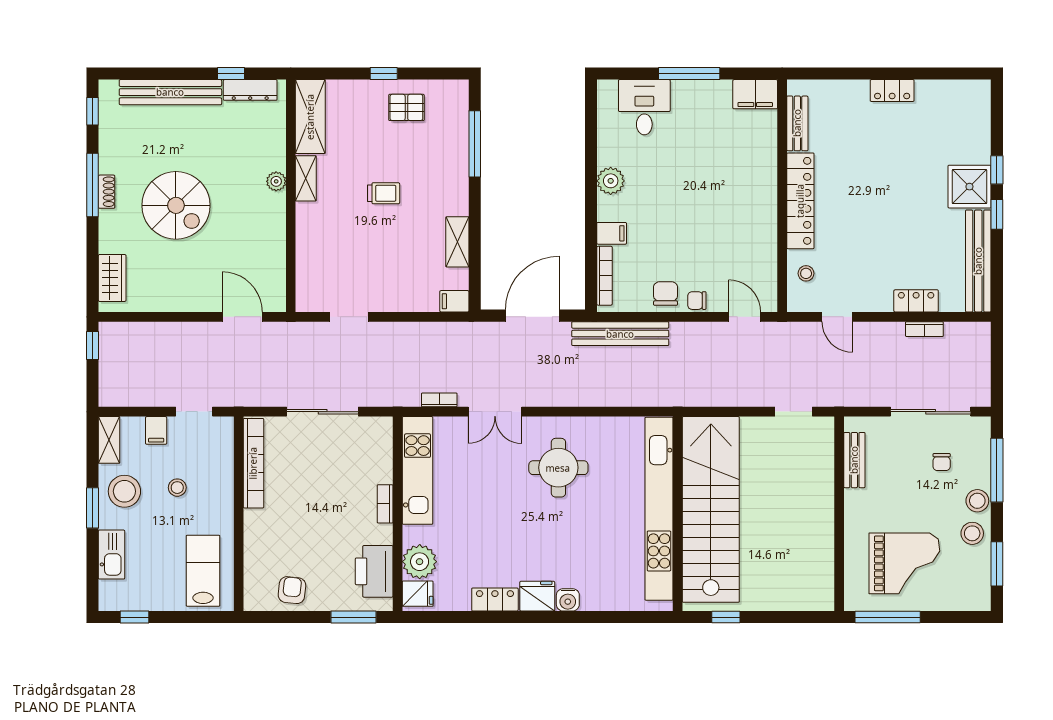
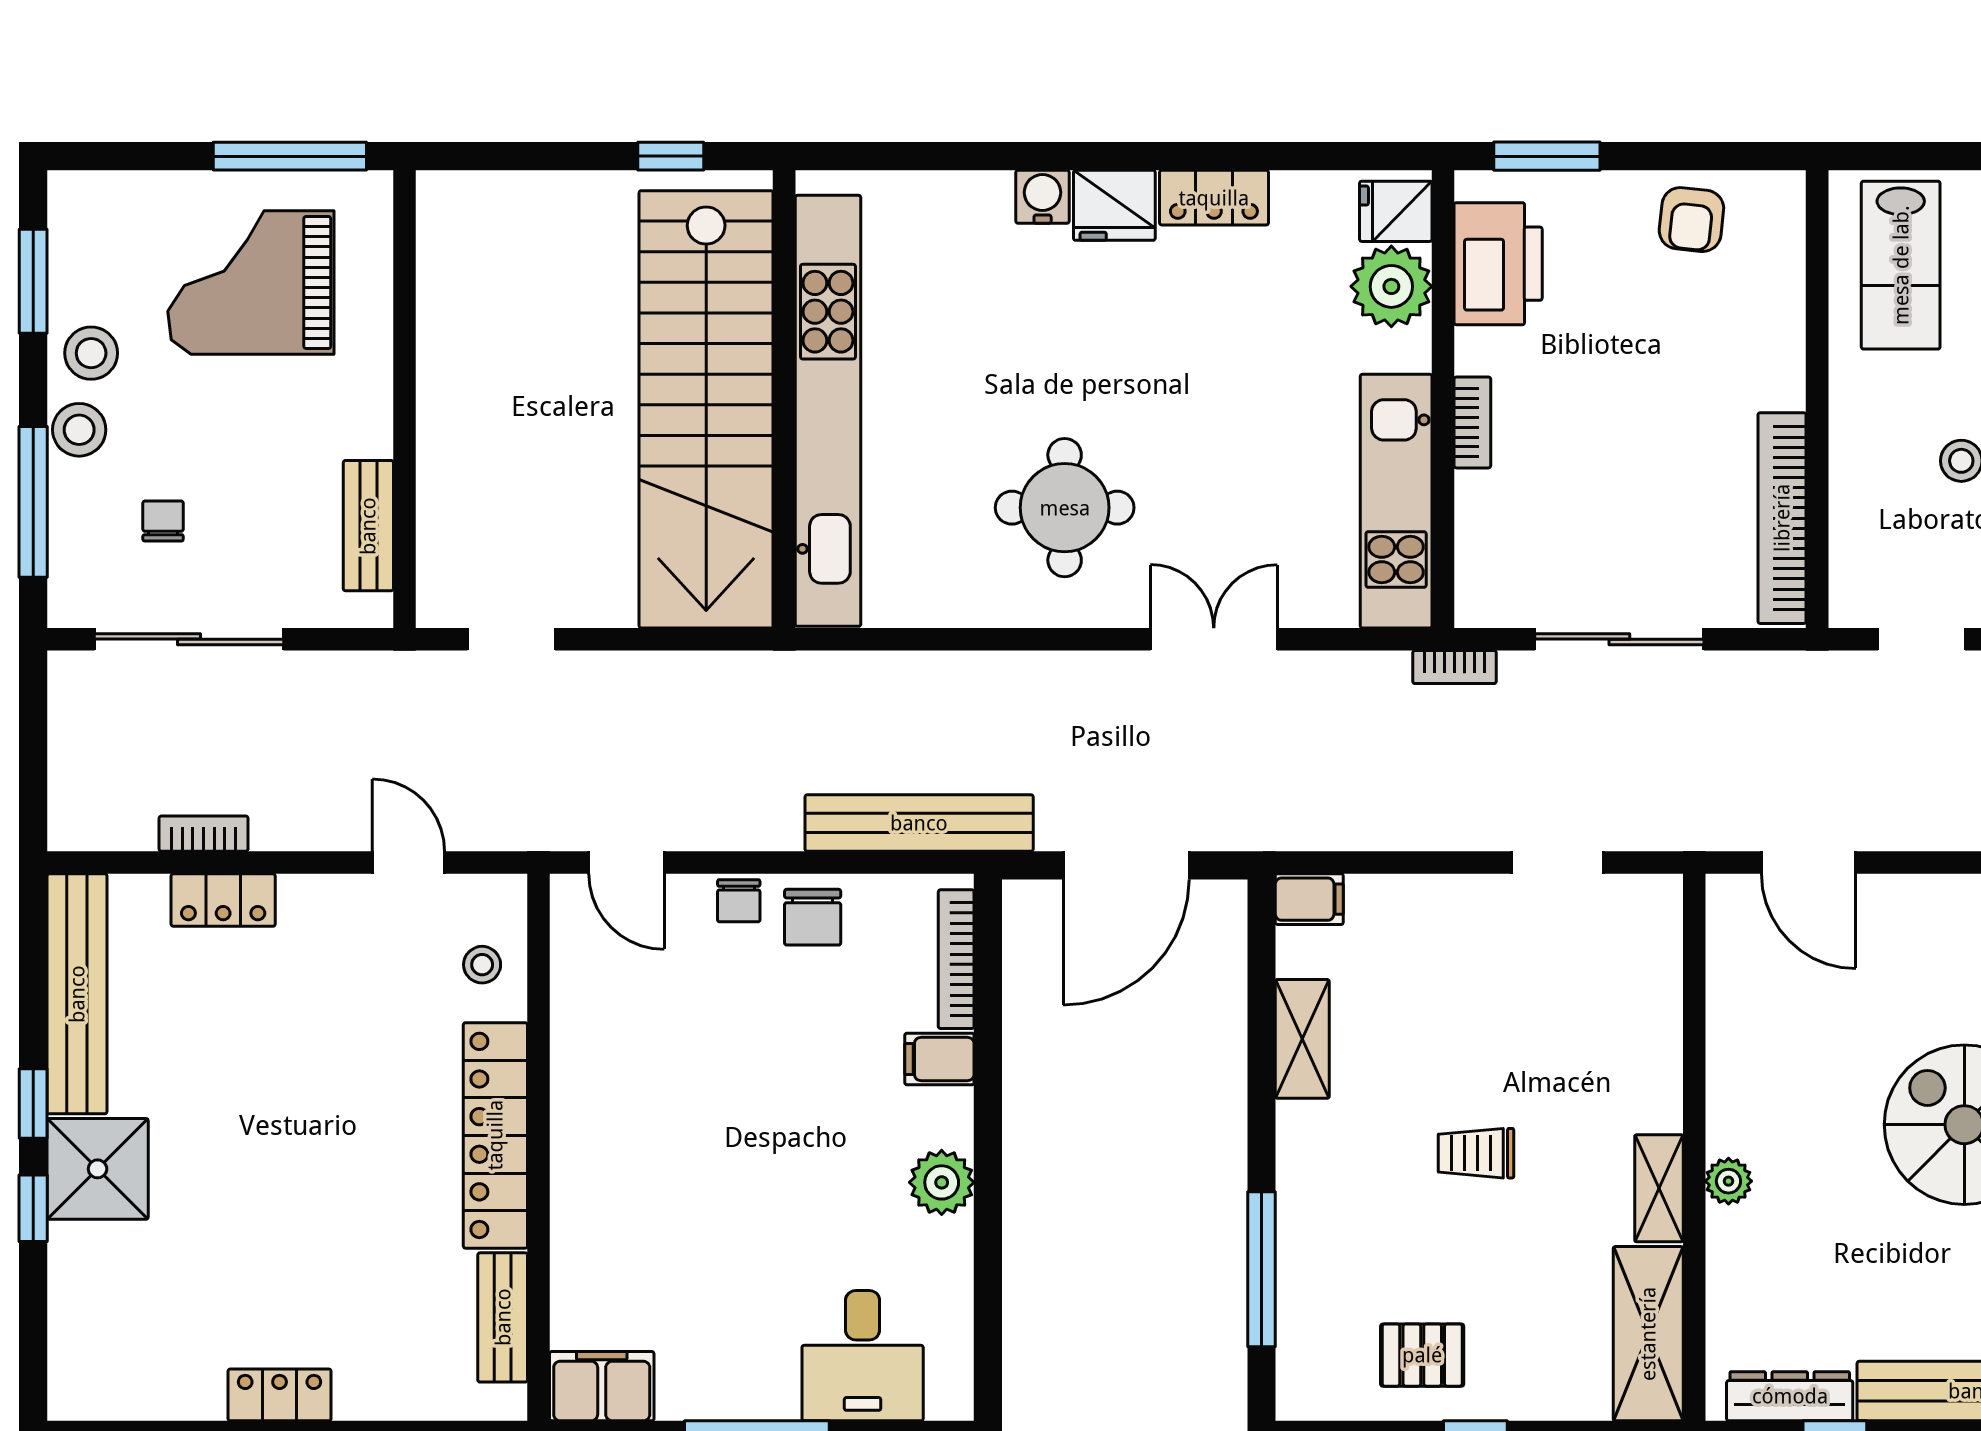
chair: (697, 301) -> (739, 901), turned 90
bookcase: (439, 400) -> (1454, 667), moved

